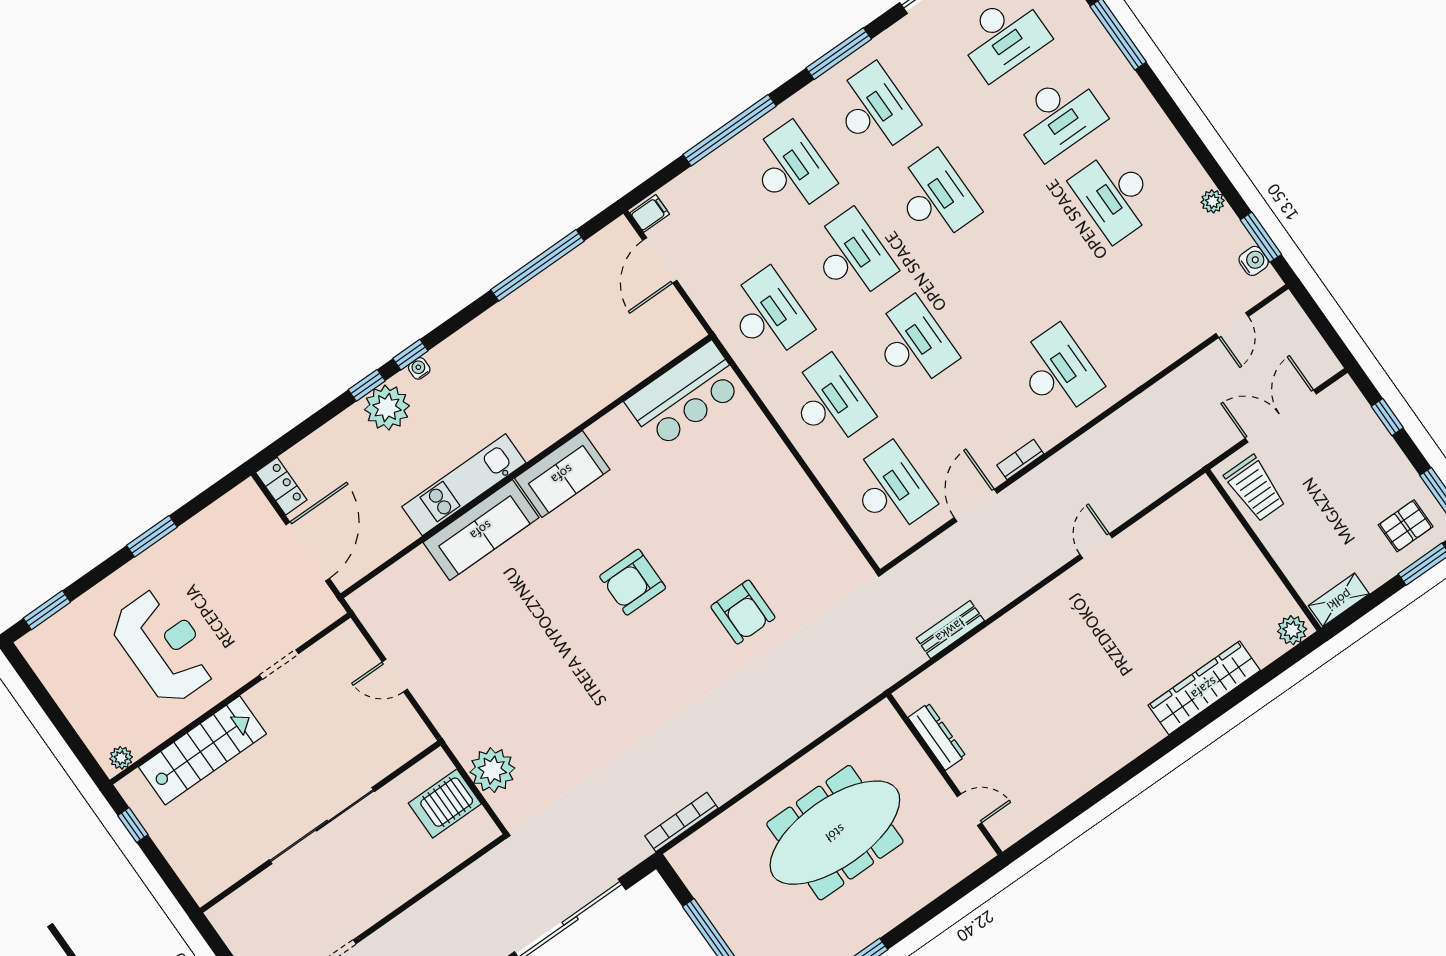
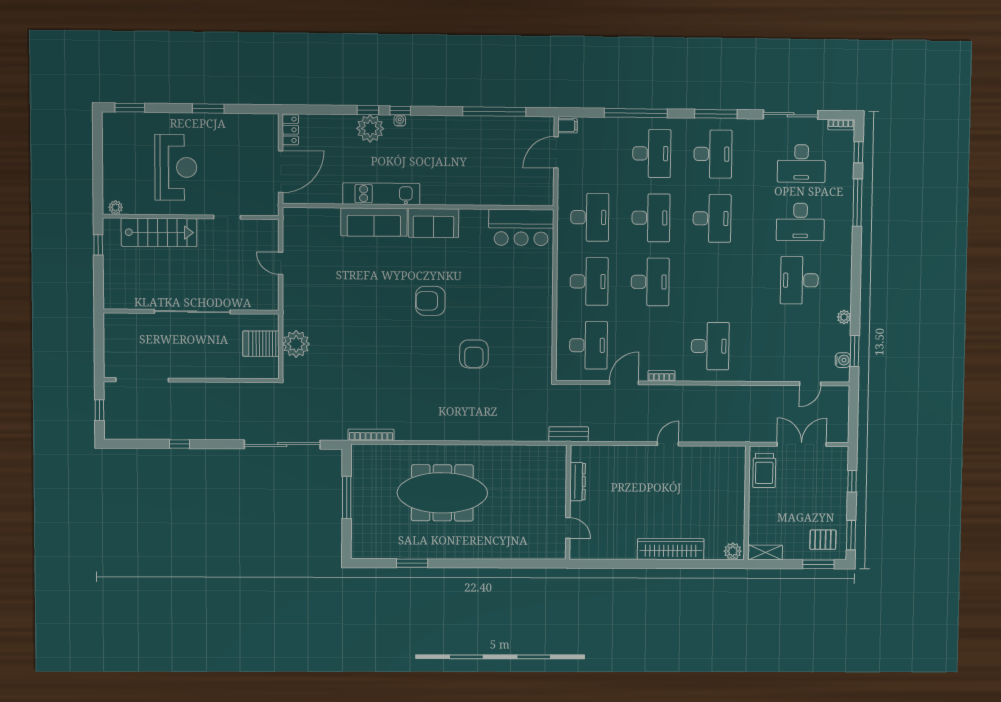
dresser: (937, 737) -> (578, 482), moved
wall: (944, 774) -> (568, 502), moved
door: (969, 810) -> (568, 528), moved

